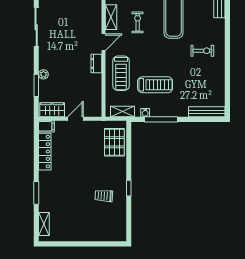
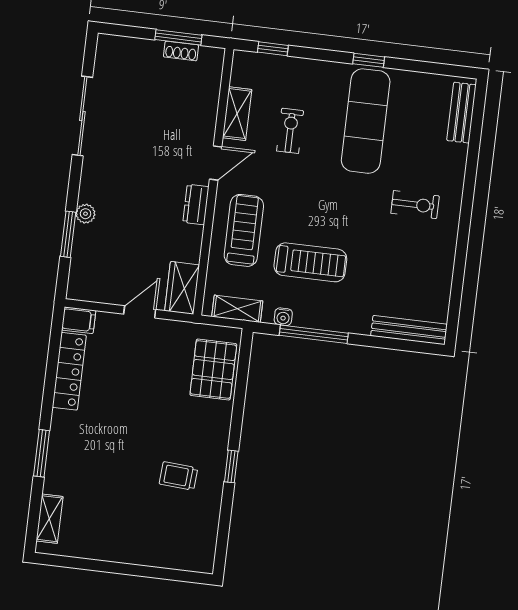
treadmill: (121, 73) -> (244, 230), turned 180
wardrobe: (52, 110) -> (182, 288), moved, turned -90

